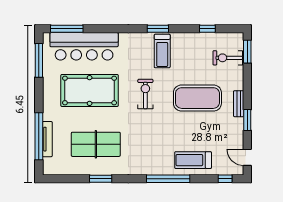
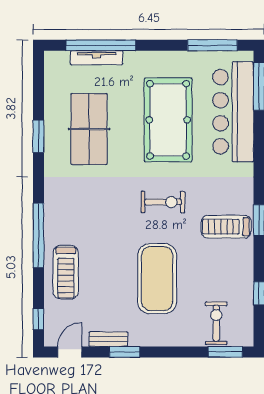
bench: (239, 104) -> (108, 339), moved
treadmill: (193, 160) -> (66, 272), turned 180

